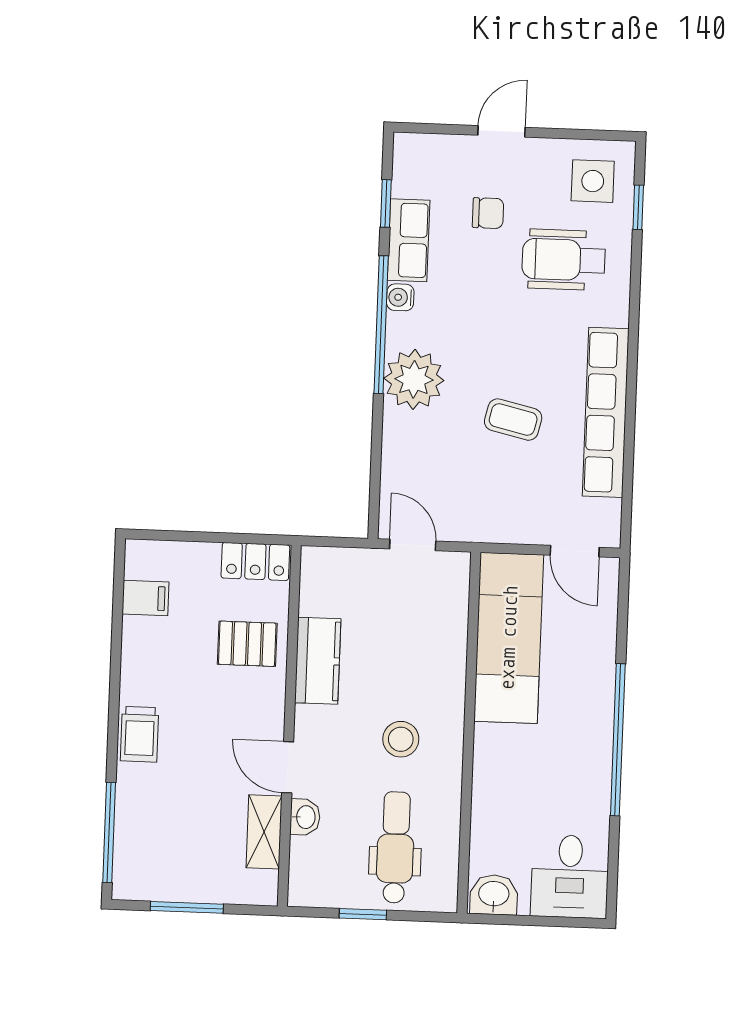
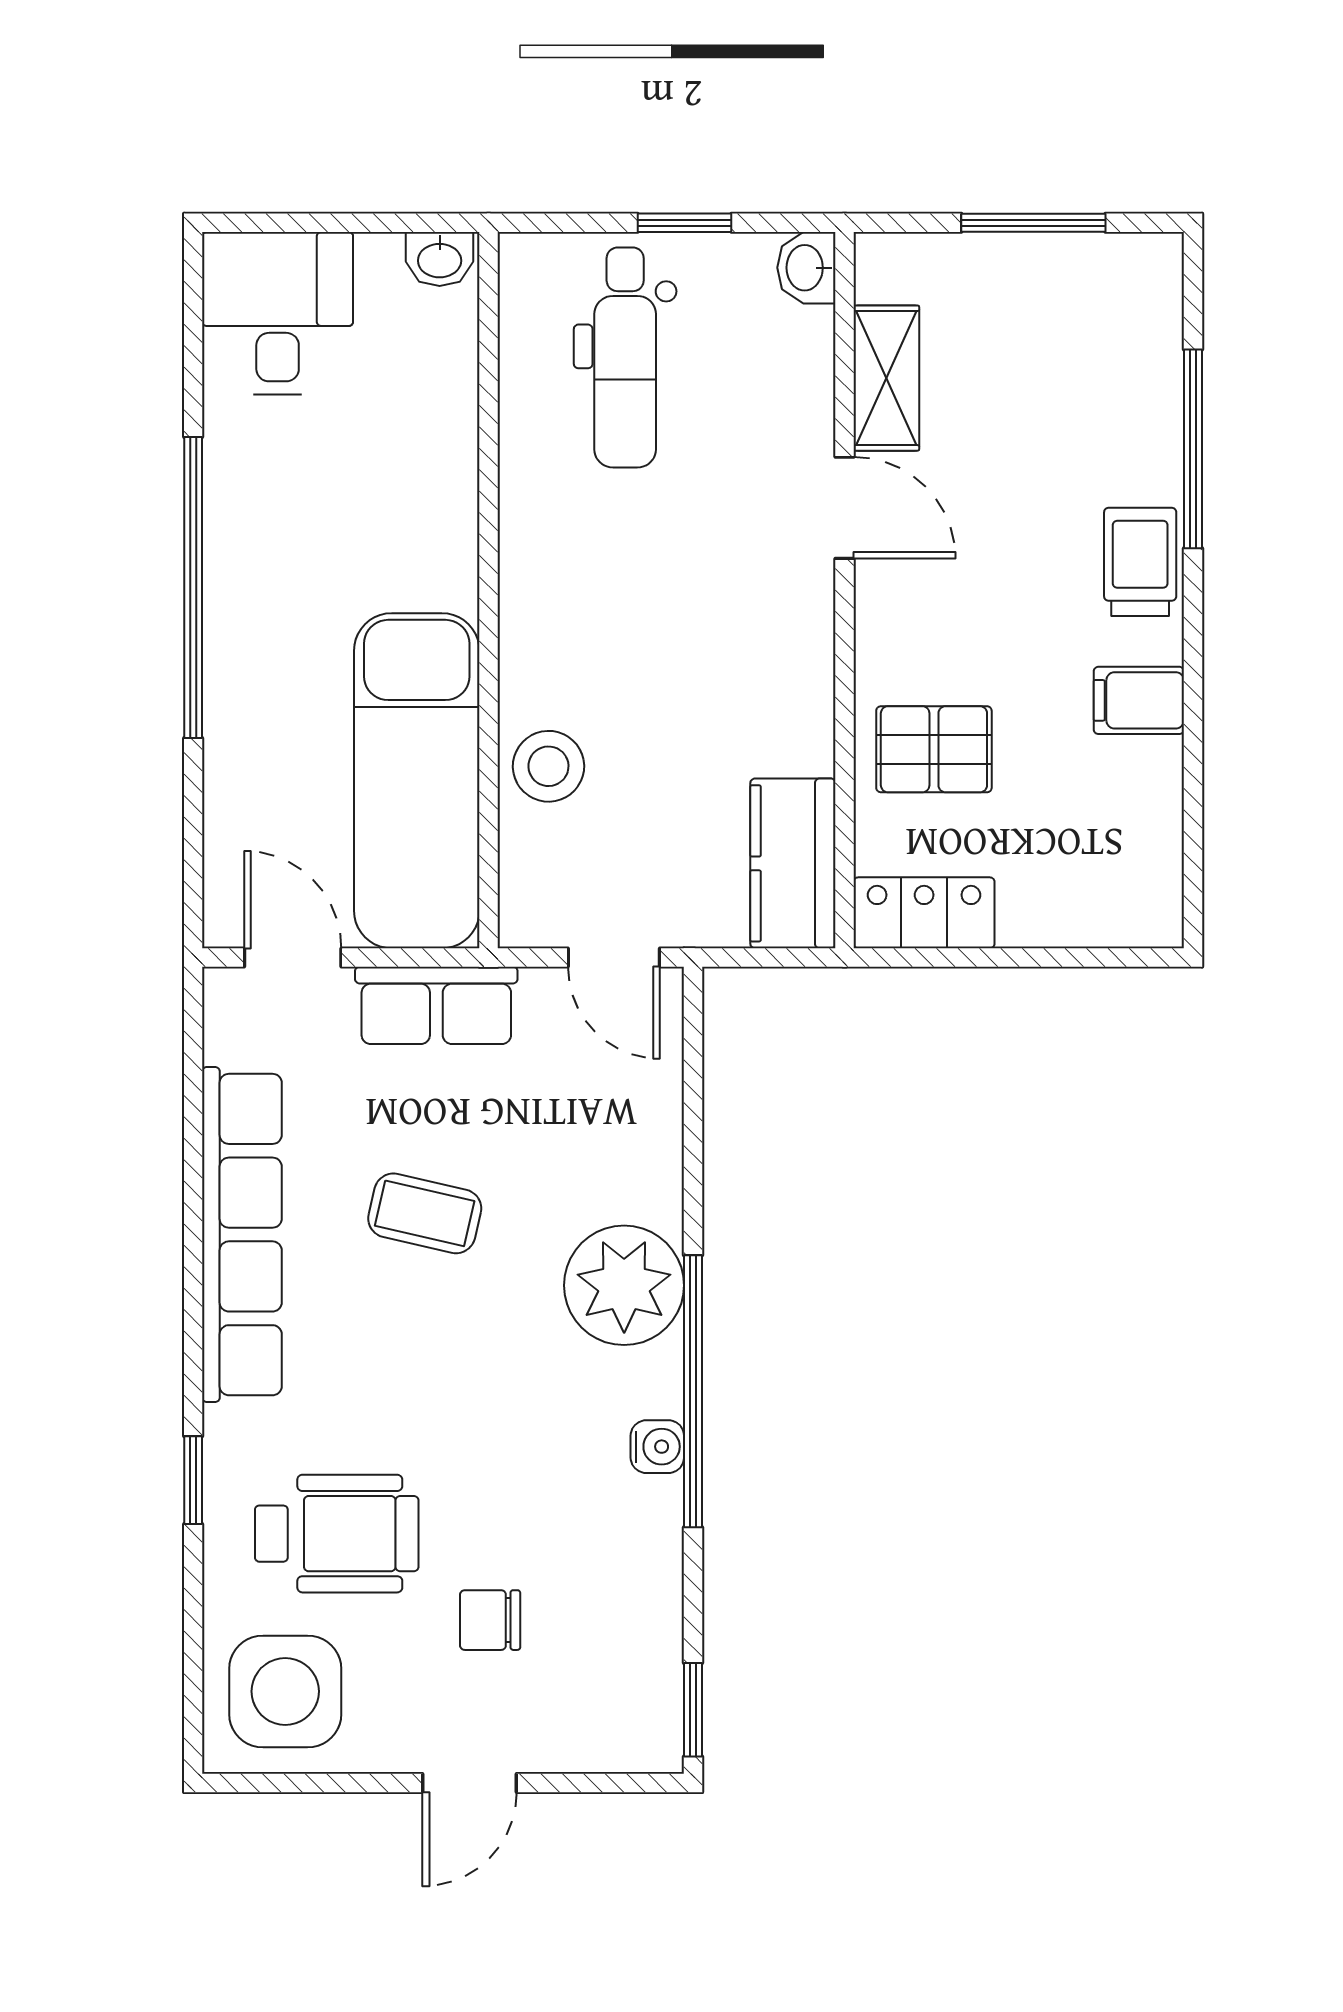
side table: (593, 181) -> (285, 1691), width x1.37, depth x1.37
window: (386, 203) -> (693, 1710), moved
window: (638, 207) -> (193, 1480), moved
row of seats: (409, 240) -> (436, 1005), moved, turned -90
filing cabinet: (145, 598) -> (1139, 700), moved
kitchen counter: (318, 661) -> (793, 863), moved
stool: (401, 739) -> (548, 766), moved
washbasin: (305, 817) -> (806, 268), moved
window: (109, 833) -> (1193, 449), moved
washbasin: (494, 895) -> (440, 259), width x0.72, depth x0.69

